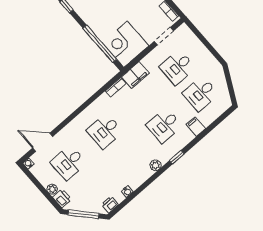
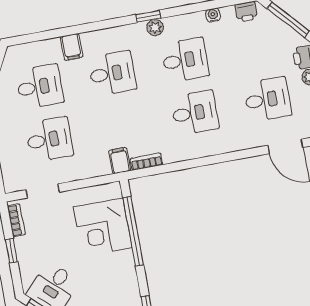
corner desk: (126, 44) -> (103, 227), moved, turned 90
filing cabinet: (135, 75) -> (120, 161), width x0.50
desk: (128, 157) -> (185, 60), added
window: (177, 157) -> (148, 16), moved

